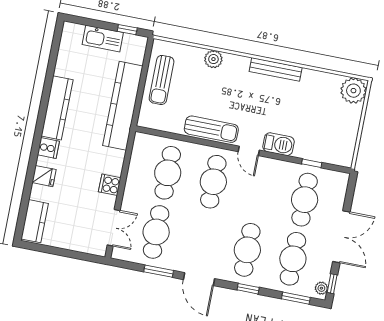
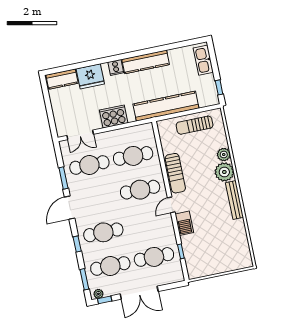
kitchen sink: (103, 38) -> (203, 60), moved
plant: (353, 91) -> (224, 172), moved
fridge: (44, 176) -> (90, 76), width x1.88, depth x1.34
cooker: (110, 185) -> (114, 116), width x1.87, depth x1.31

